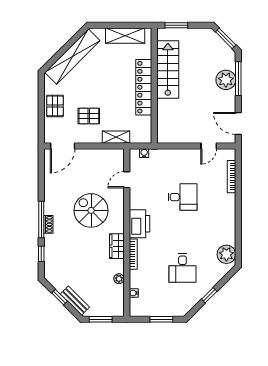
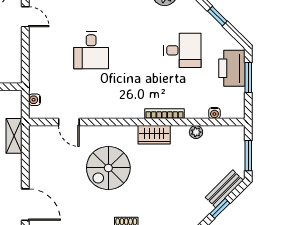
desk: (182, 197) -> (91, 50), turned 180
printer: (139, 224) -> (232, 68), moved, turned -90

